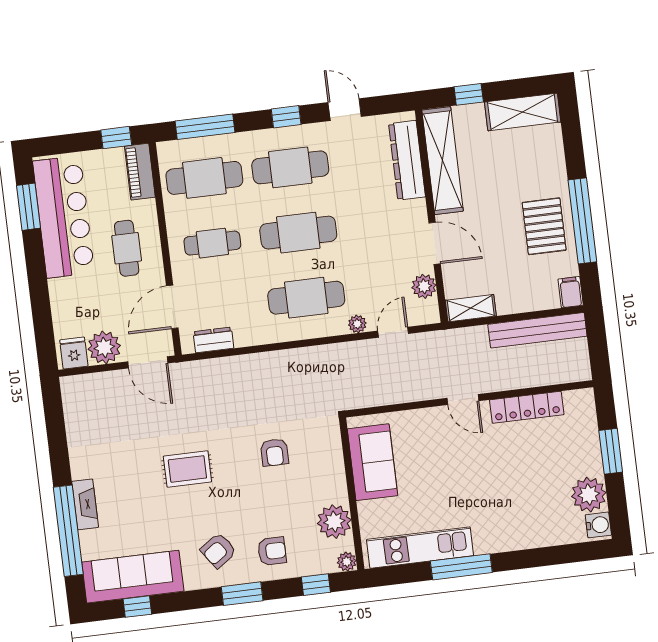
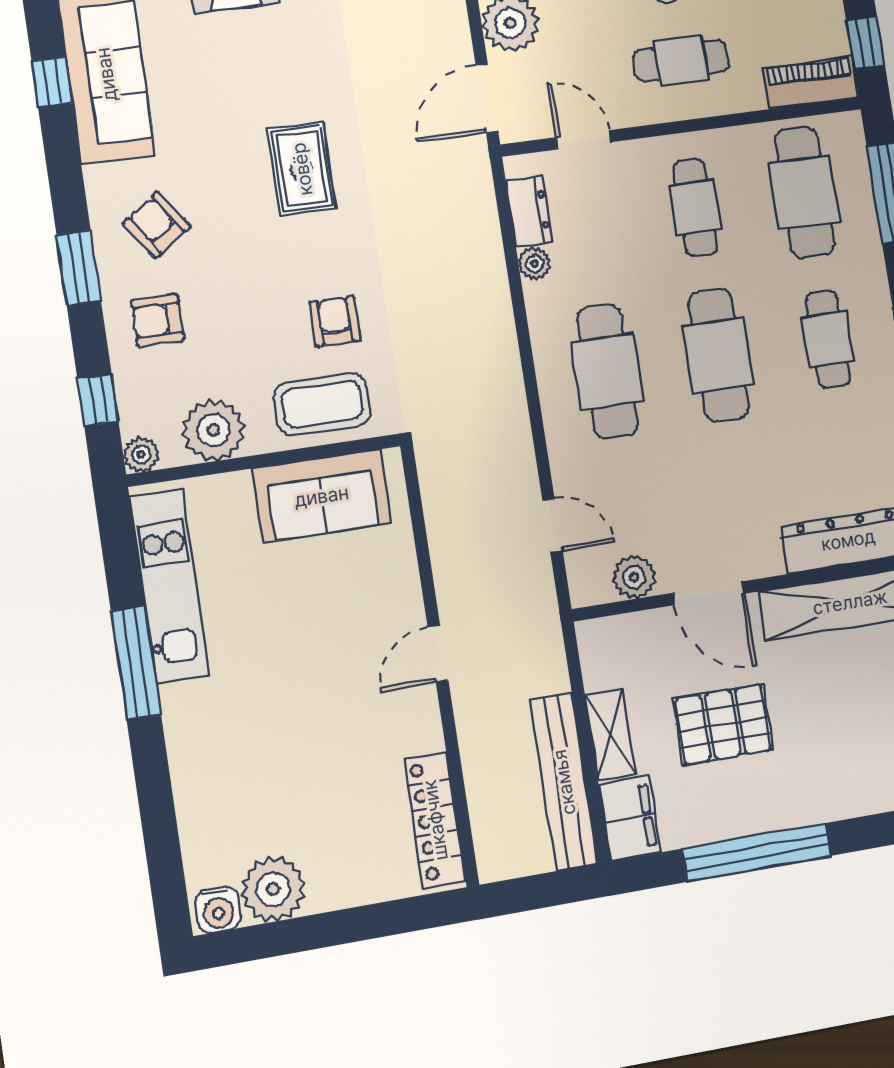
cafe table: (290, 167) -> (828, 339), width x0.73, depth x0.74
pallet: (544, 226) -> (723, 724), moved
door: (435, 243) -> (709, 593), hinge flipped
filing cabinet: (571, 292) -> (630, 818), width x2.00
door: (172, 307) -> (584, 140), width x0.73
shelving: (471, 308) -> (610, 735), moved
plant: (357, 324) -> (534, 264), moved
locker: (527, 407) -> (435, 820), moved
window: (611, 451) -> (353, 925), removed
armchair: (274, 452) -> (335, 321), turned 90
coffee table: (321, 461) -> (322, 404), added
armchair: (272, 551) -> (157, 320), turned 90

